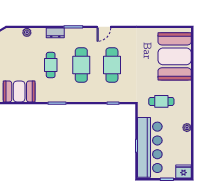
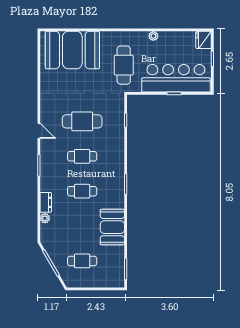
dresser: (55, 33) -> (46, 202), moved
cafe table: (81, 65) -> (82, 156), width x0.73, depth x0.74
cafe table: (161, 101) -> (124, 65), width x1.37, depth x1.35

